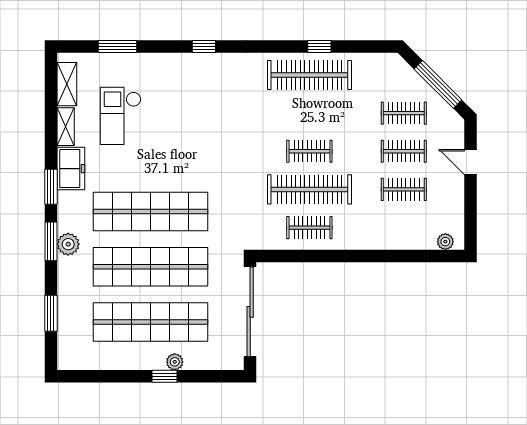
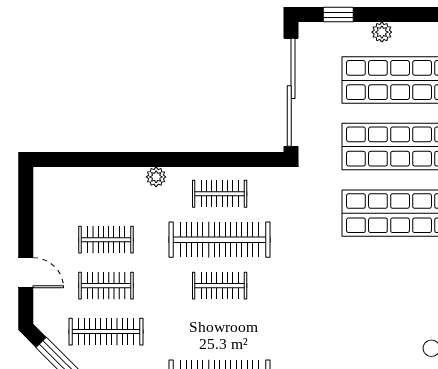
clothes rail: (404, 113) -> (106, 332), width x1.36
plant: (445, 242) -> (156, 177), moved
window: (165, 376) -> (338, 15), moved

